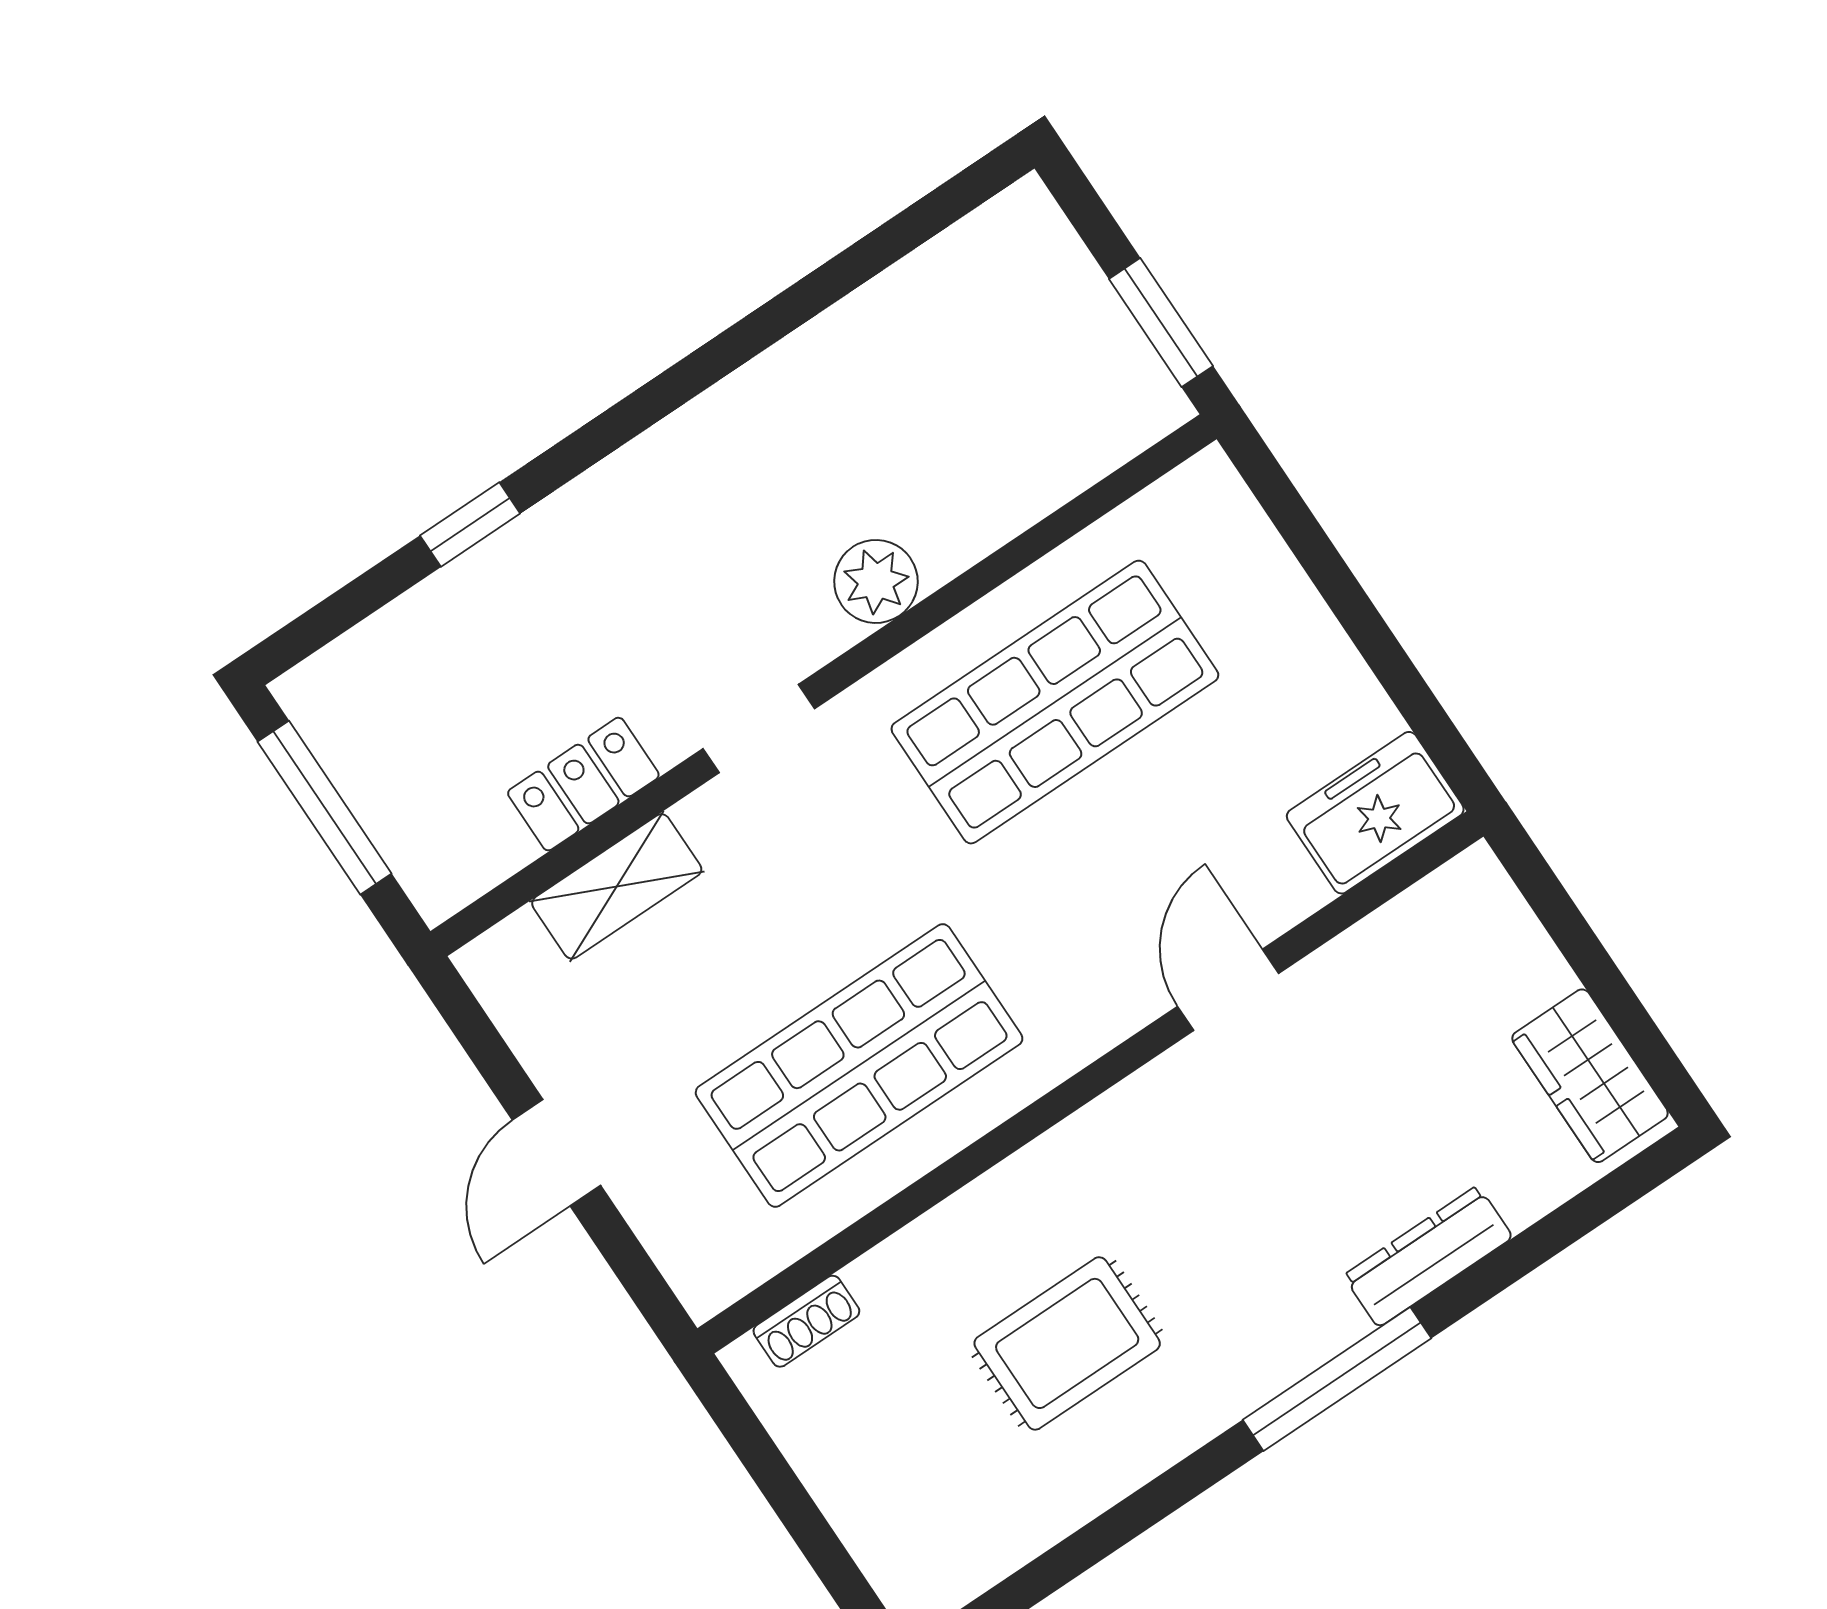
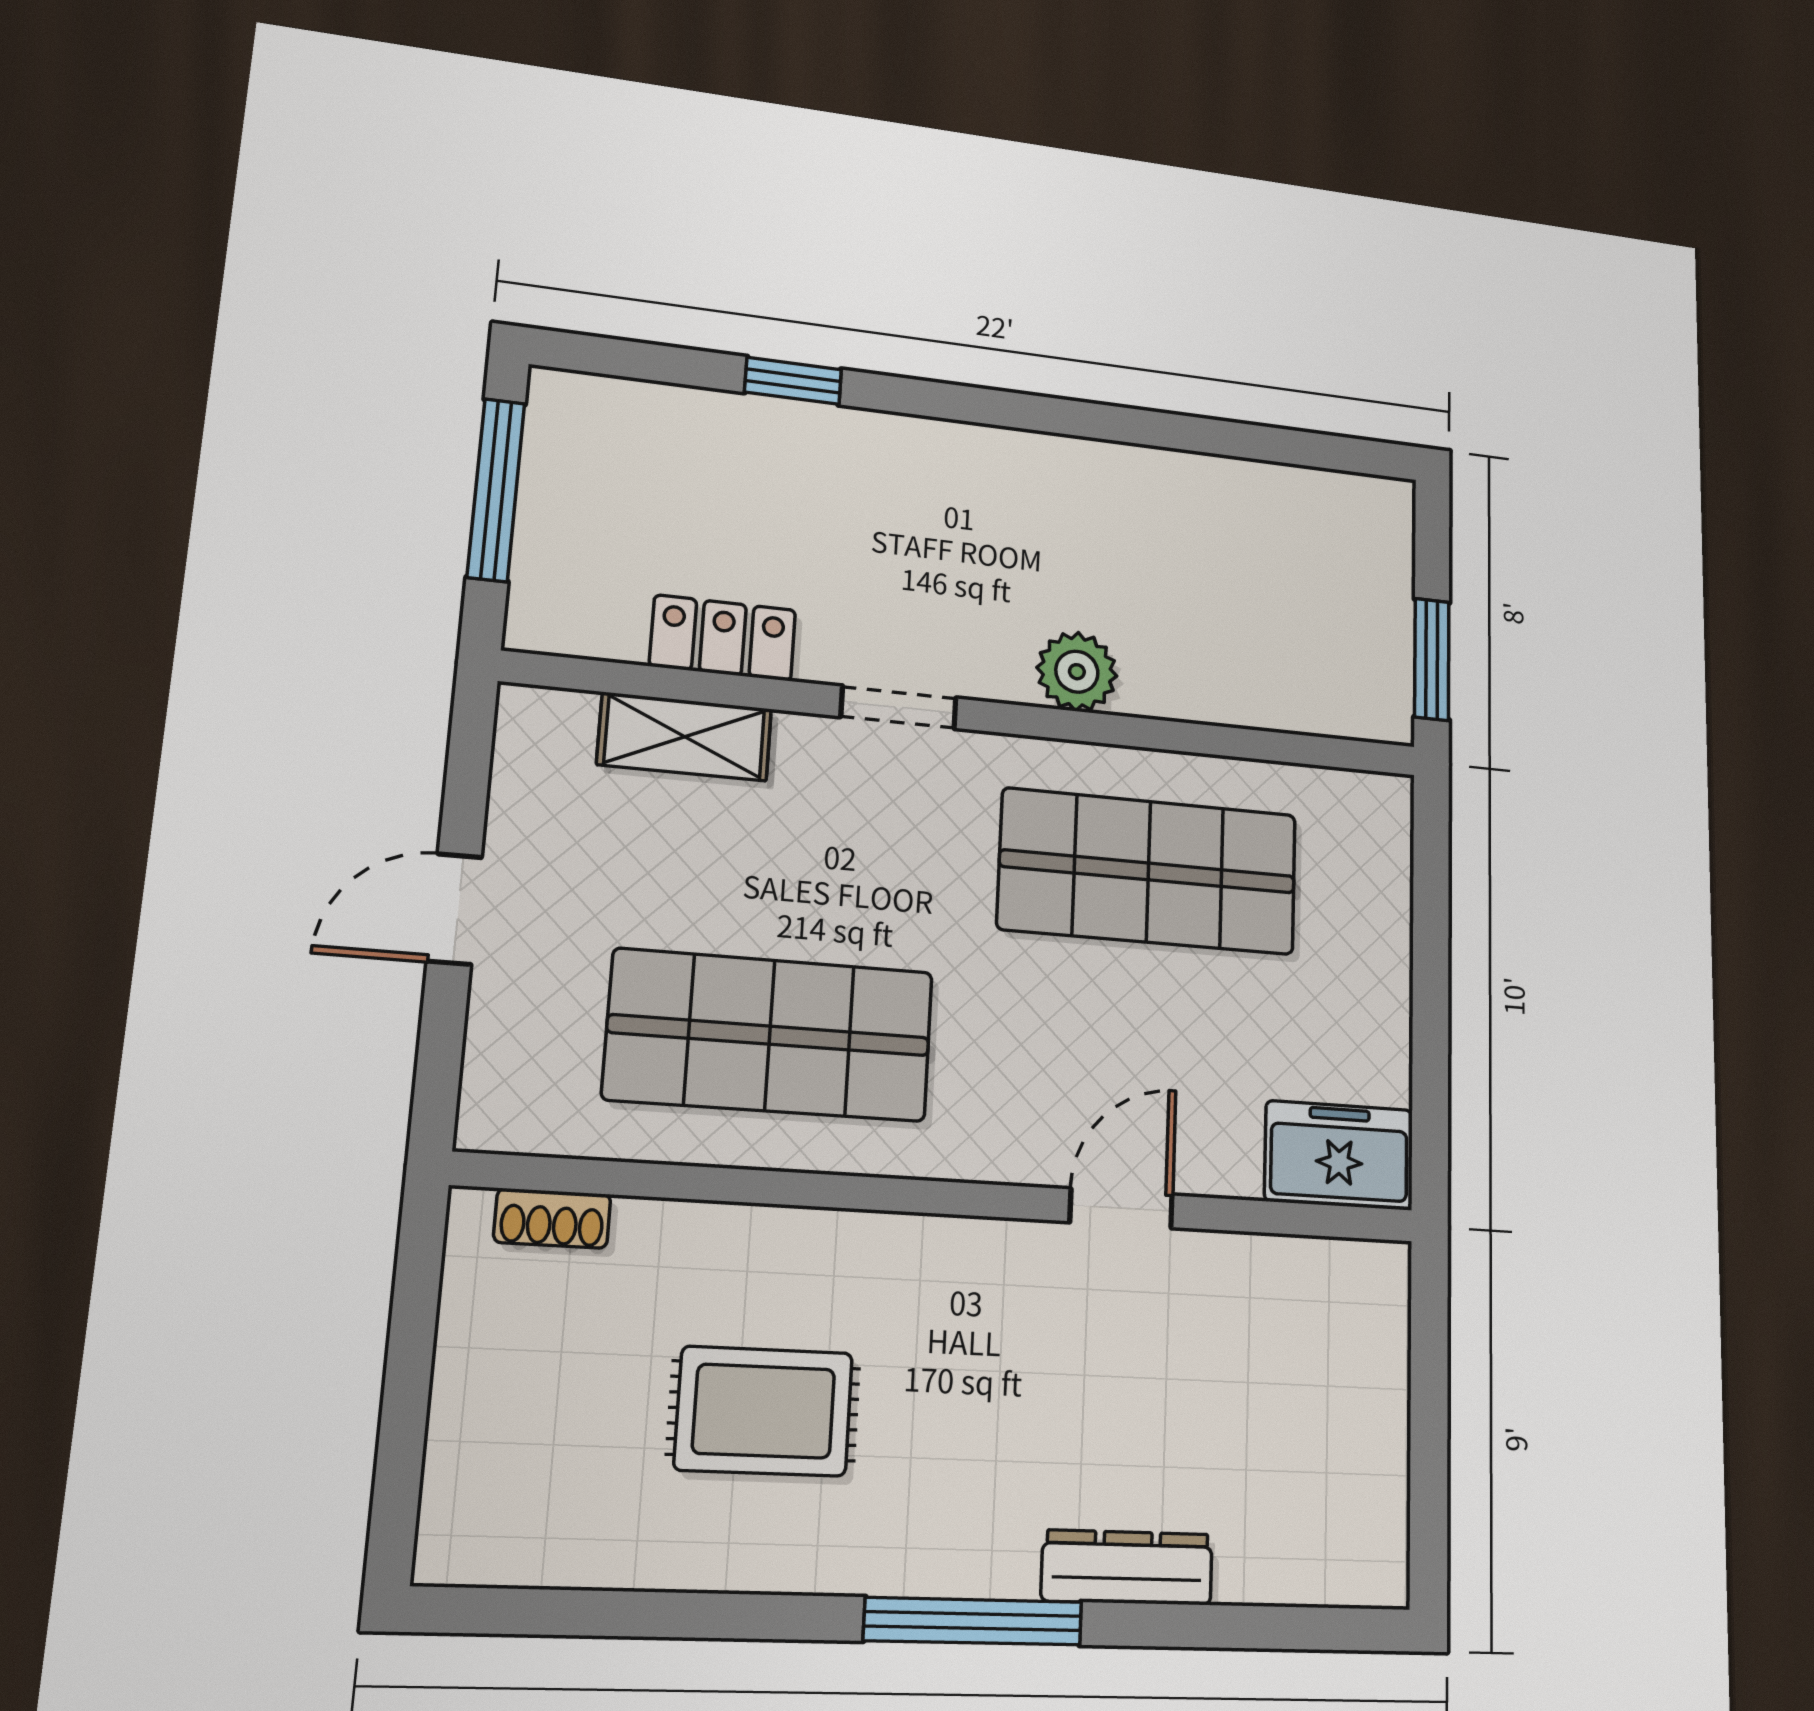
wardrobe: (1590, 1076) -> (1366, 1509), removed

